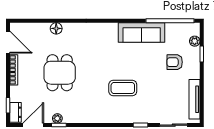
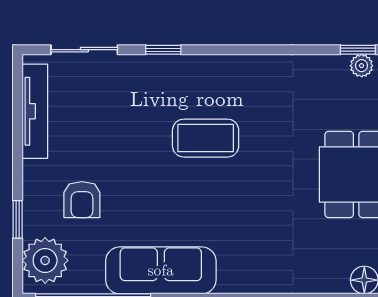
plant: (195, 41) -> (45, 260), width x1.87, depth x1.87
armchair: (175, 62) -> (82, 200), turned 90

